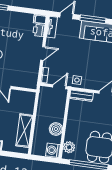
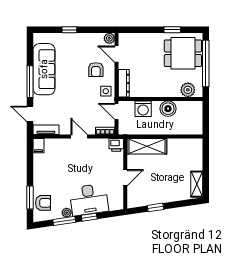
printer: (39, 30) -> (116, 145), moved
armchair: (96, 74) -> (96, 70), added
shelving: (24, 131) -> (147, 146), moved
washing machine: (53, 150) -> (143, 109), moved

